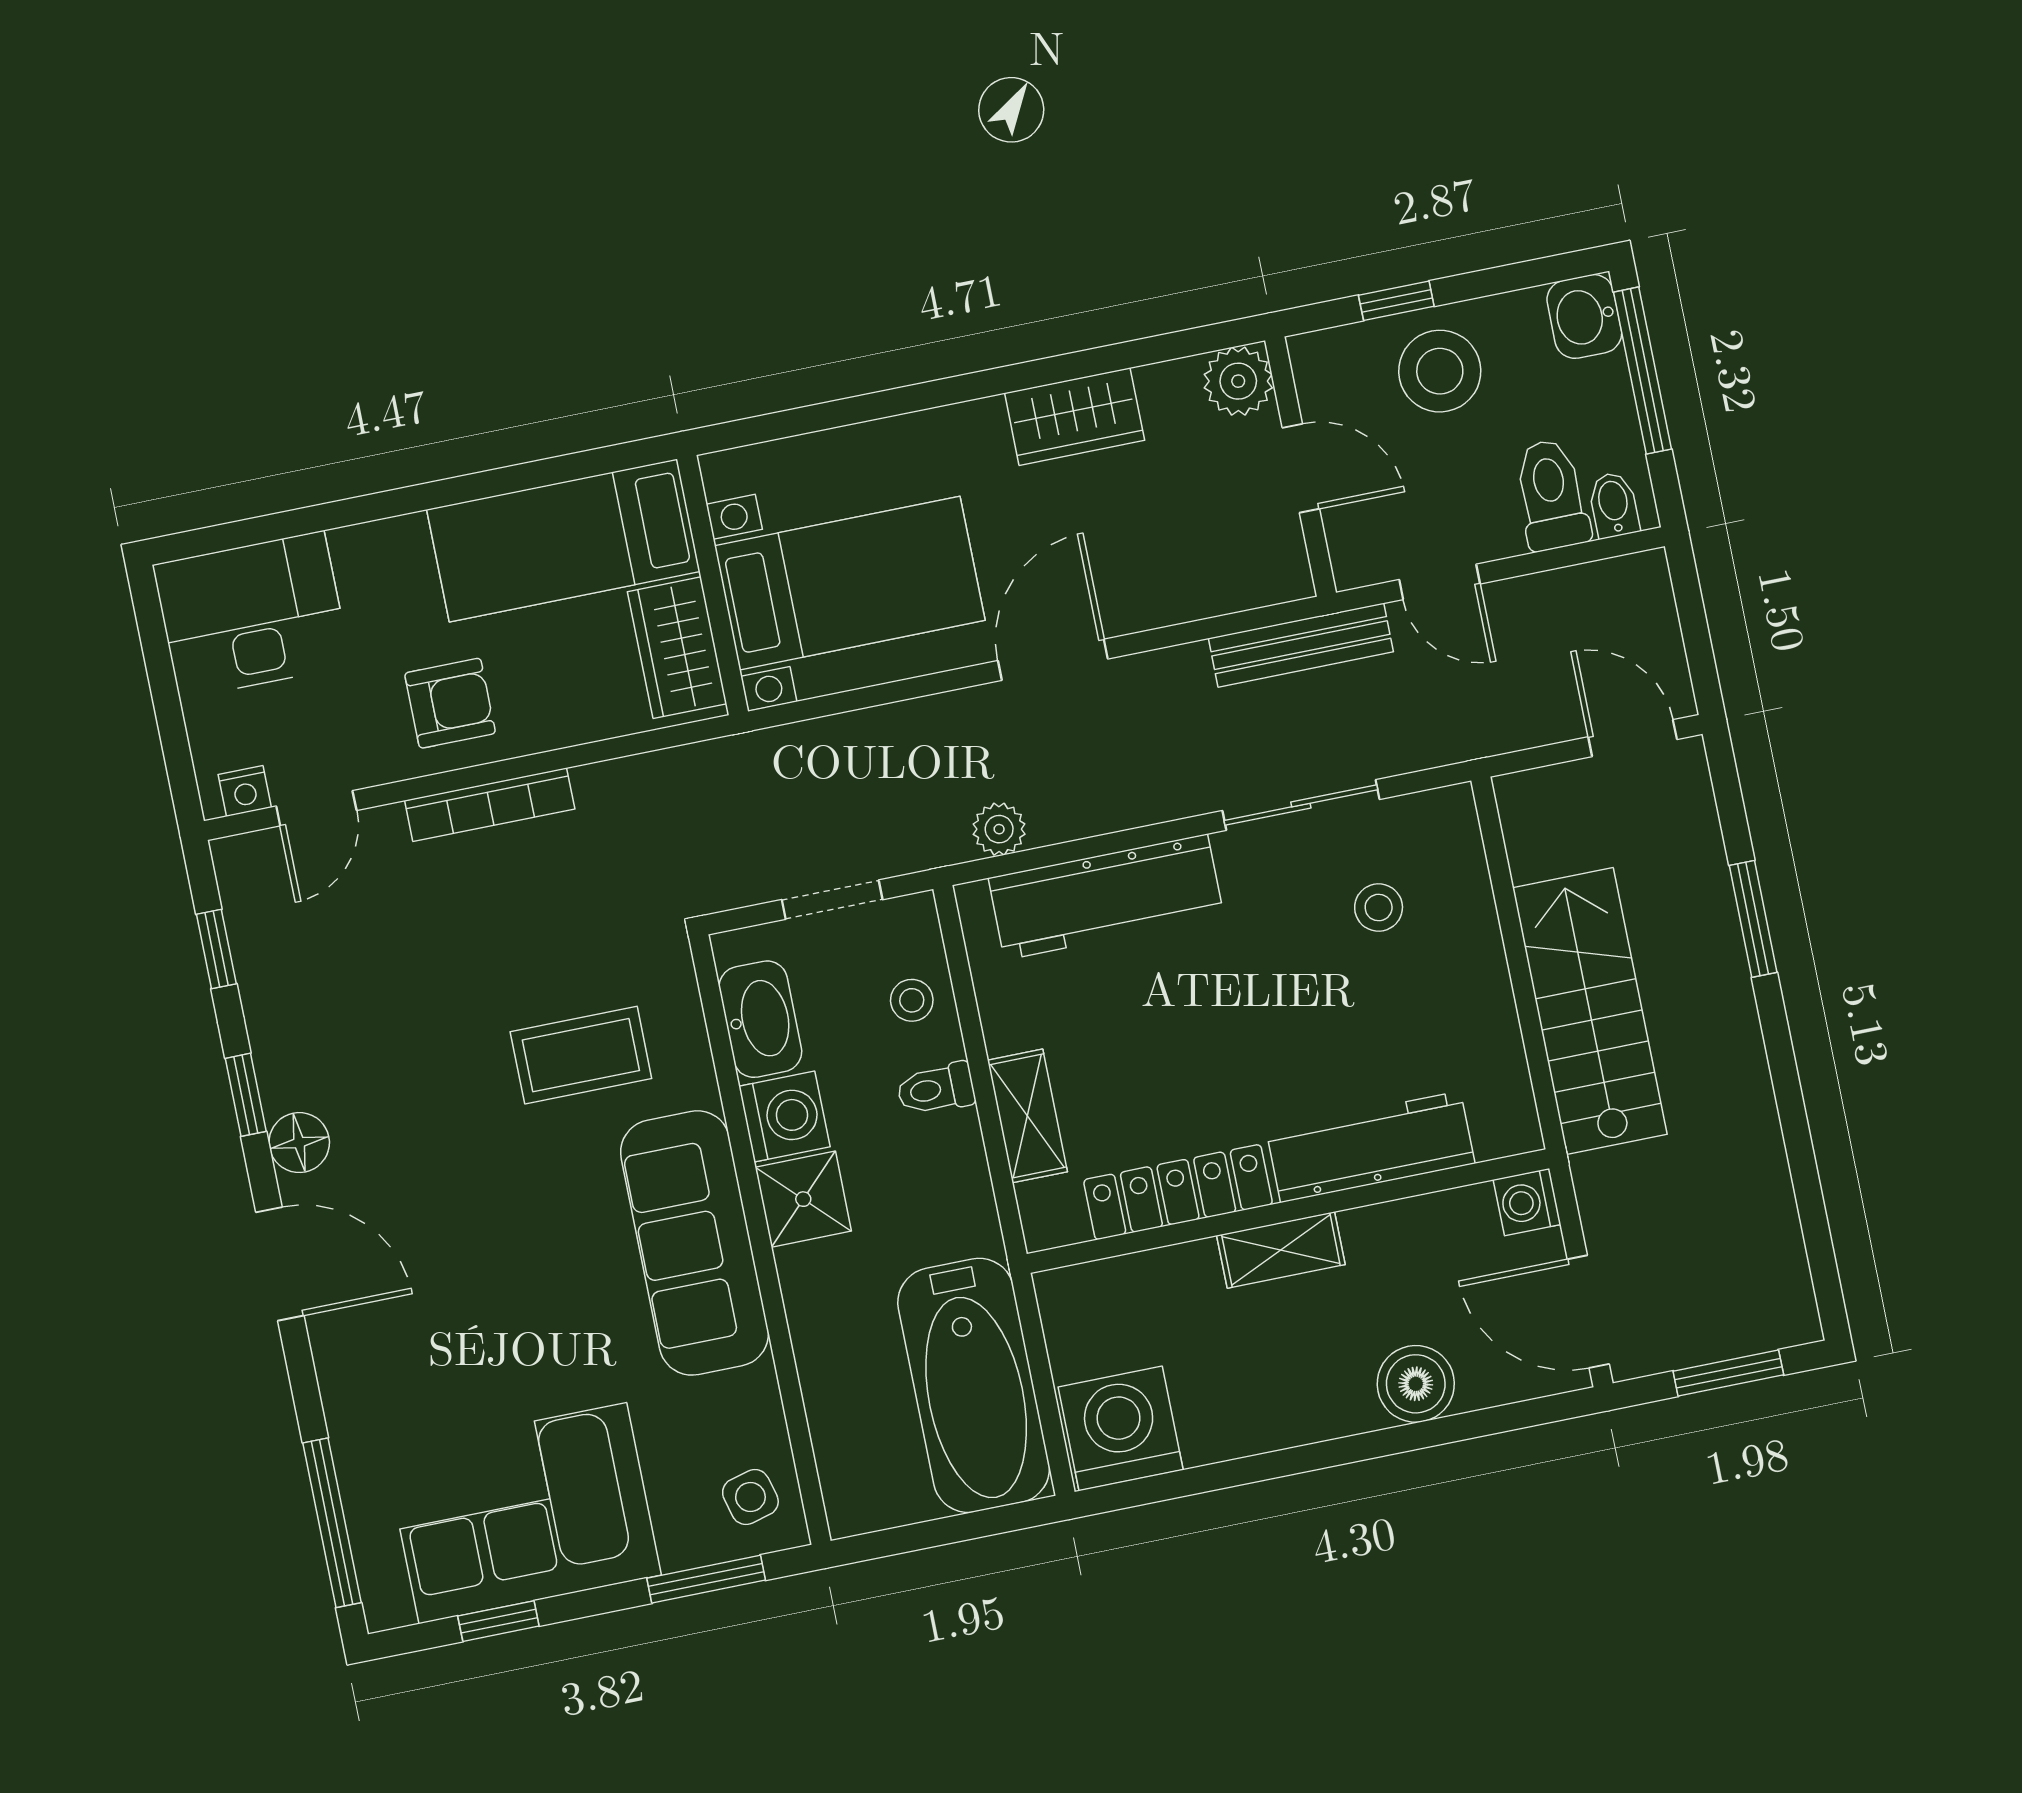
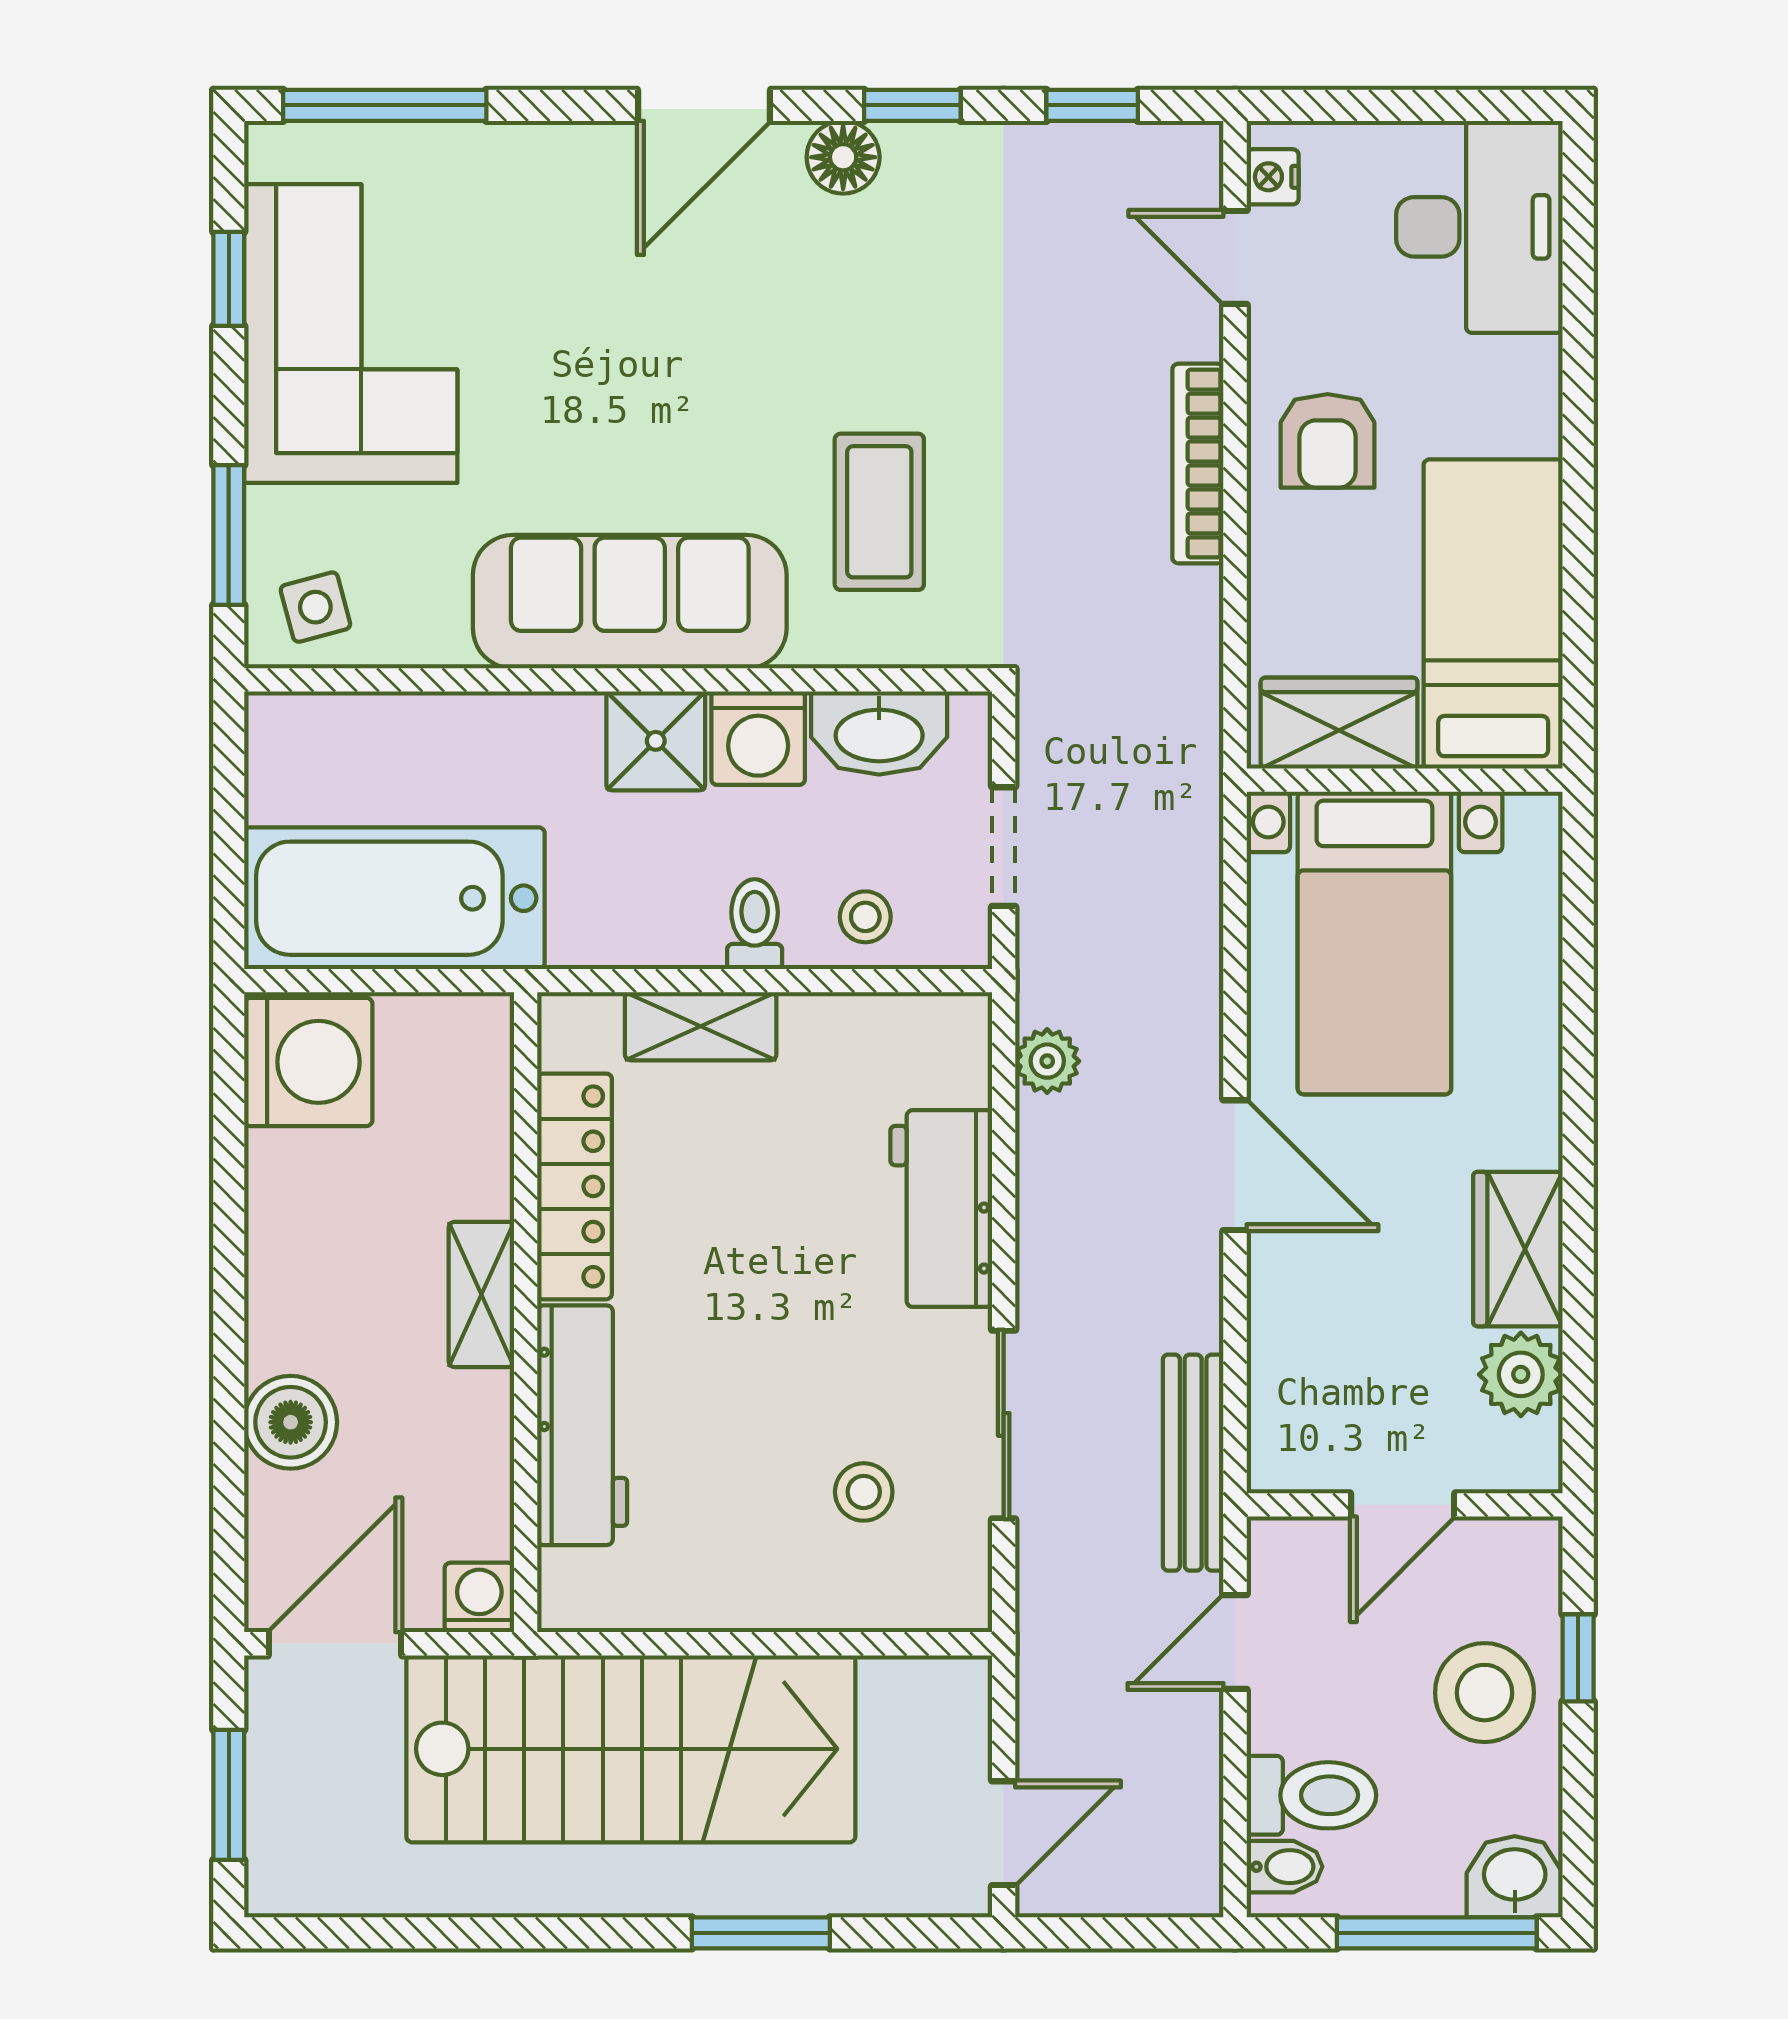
plant: (1238, 381) -> (1521, 1374), moved
workbench: (1106, 897) -> (941, 1209), width x0.73
stairs: (1590, 1011) -> (631, 1749), width x1.36, depth x1.51

